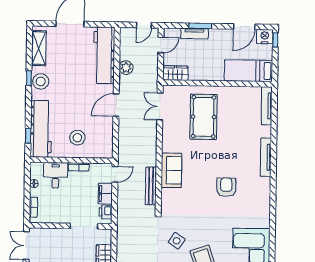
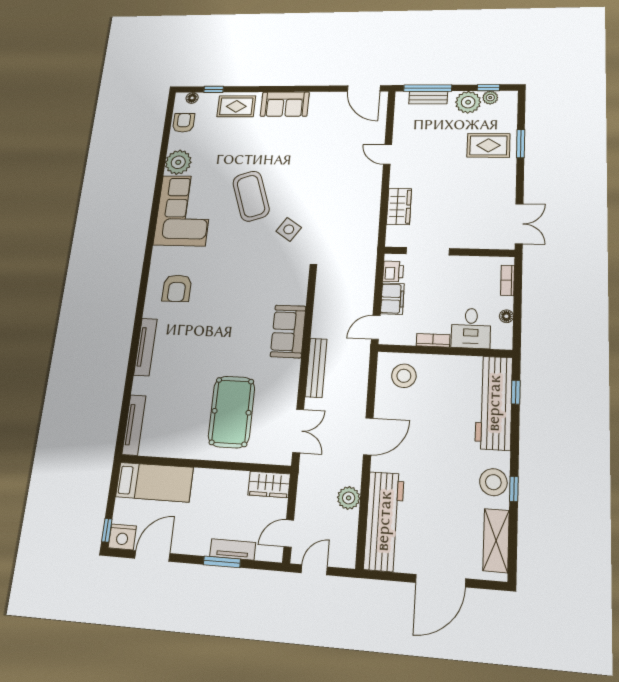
stool: (77, 138) -> (404, 376), moved
bench: (151, 186) -> (316, 368), moved
armchair: (226, 187) -> (177, 288), moved

